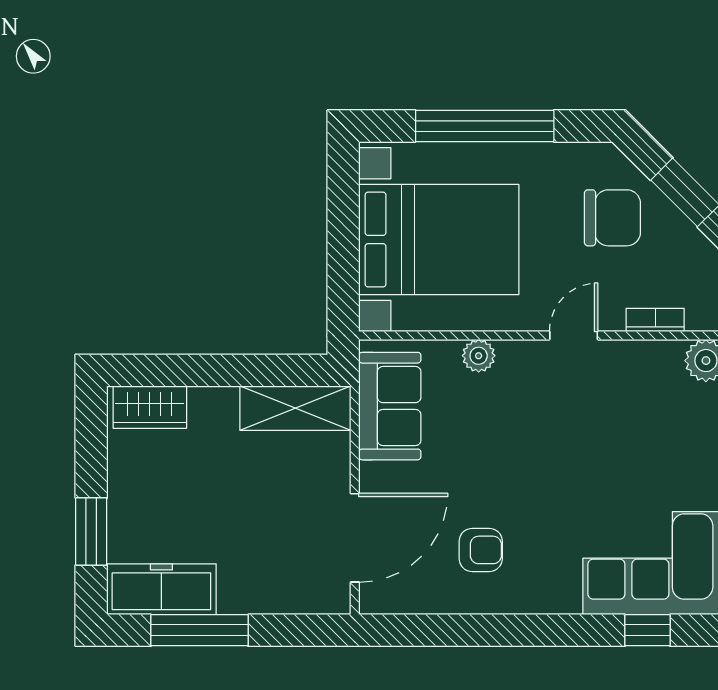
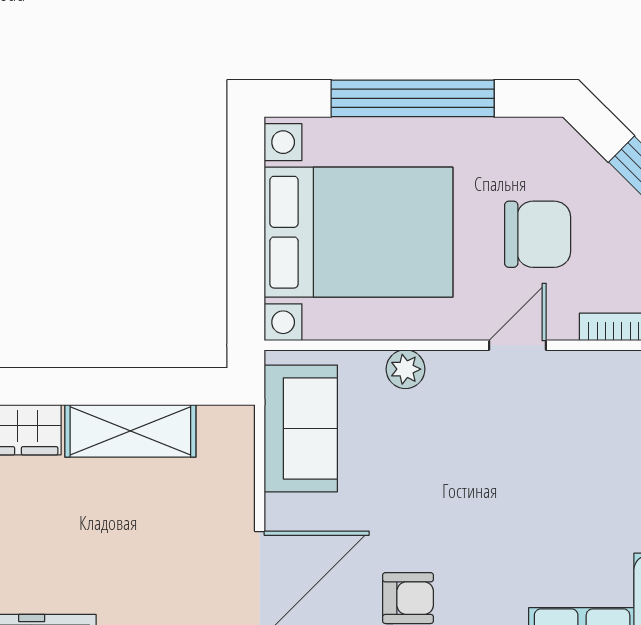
chair: (612, 218) -> (538, 234), moved
shelving: (295, 408) -> (130, 431), moved

